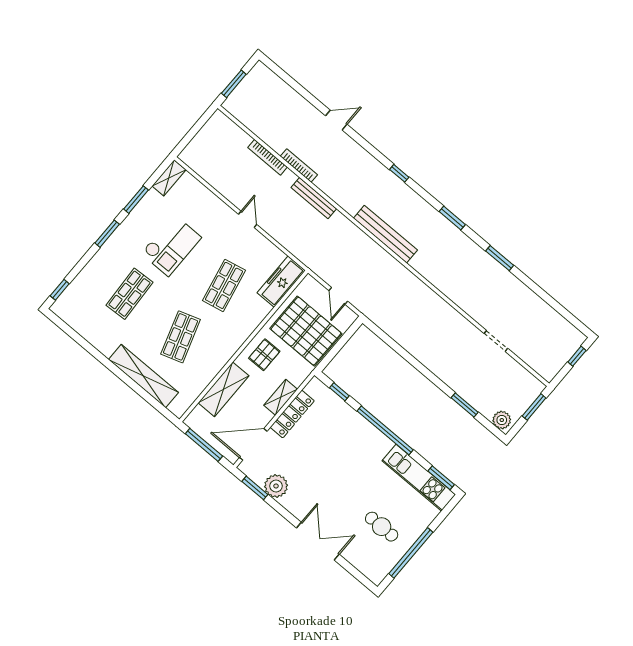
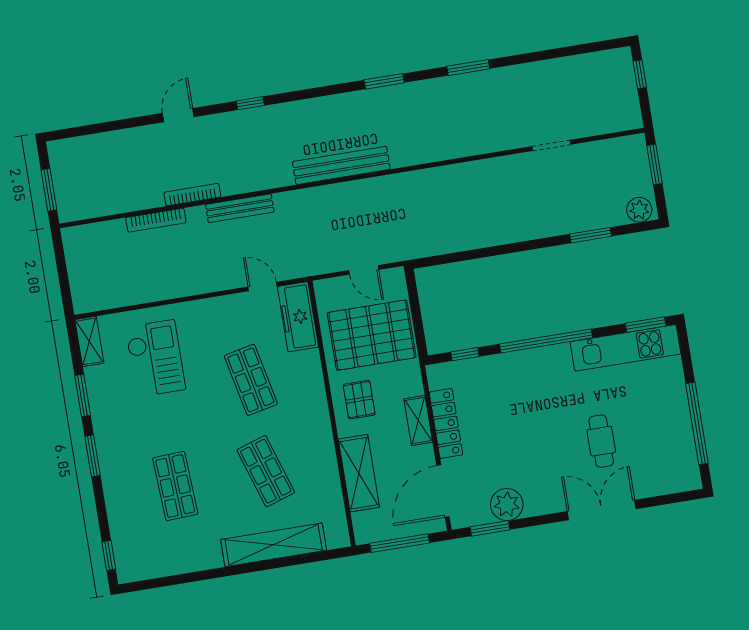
window: (399, 173) -> (250, 103), moved
door: (248, 219) -> (263, 286), moved
checkout: (171, 245) -> (155, 358), moved
cafe table: (382, 527) -> (601, 441), moved, turned 90

